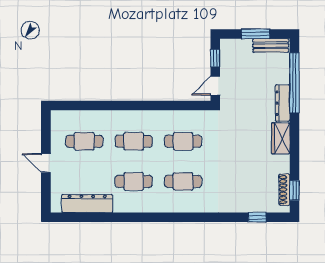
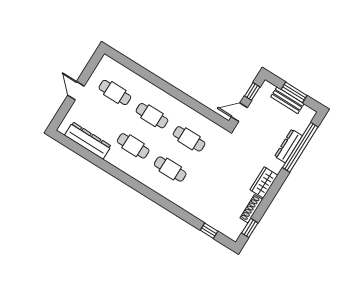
bench: (271, 45) -> (287, 100), moved
dresser: (283, 103) -> (289, 146), moved
shoe rack: (284, 190) -> (251, 209), moved

